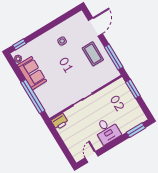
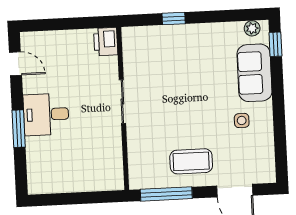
sofa: (32, 73) -> (254, 73), moved, turned 90
window: (133, 89) -> (94, 197), removed
window: (33, 97) -> (174, 19), width x0.32
window: (136, 130) -> (19, 129), moved

